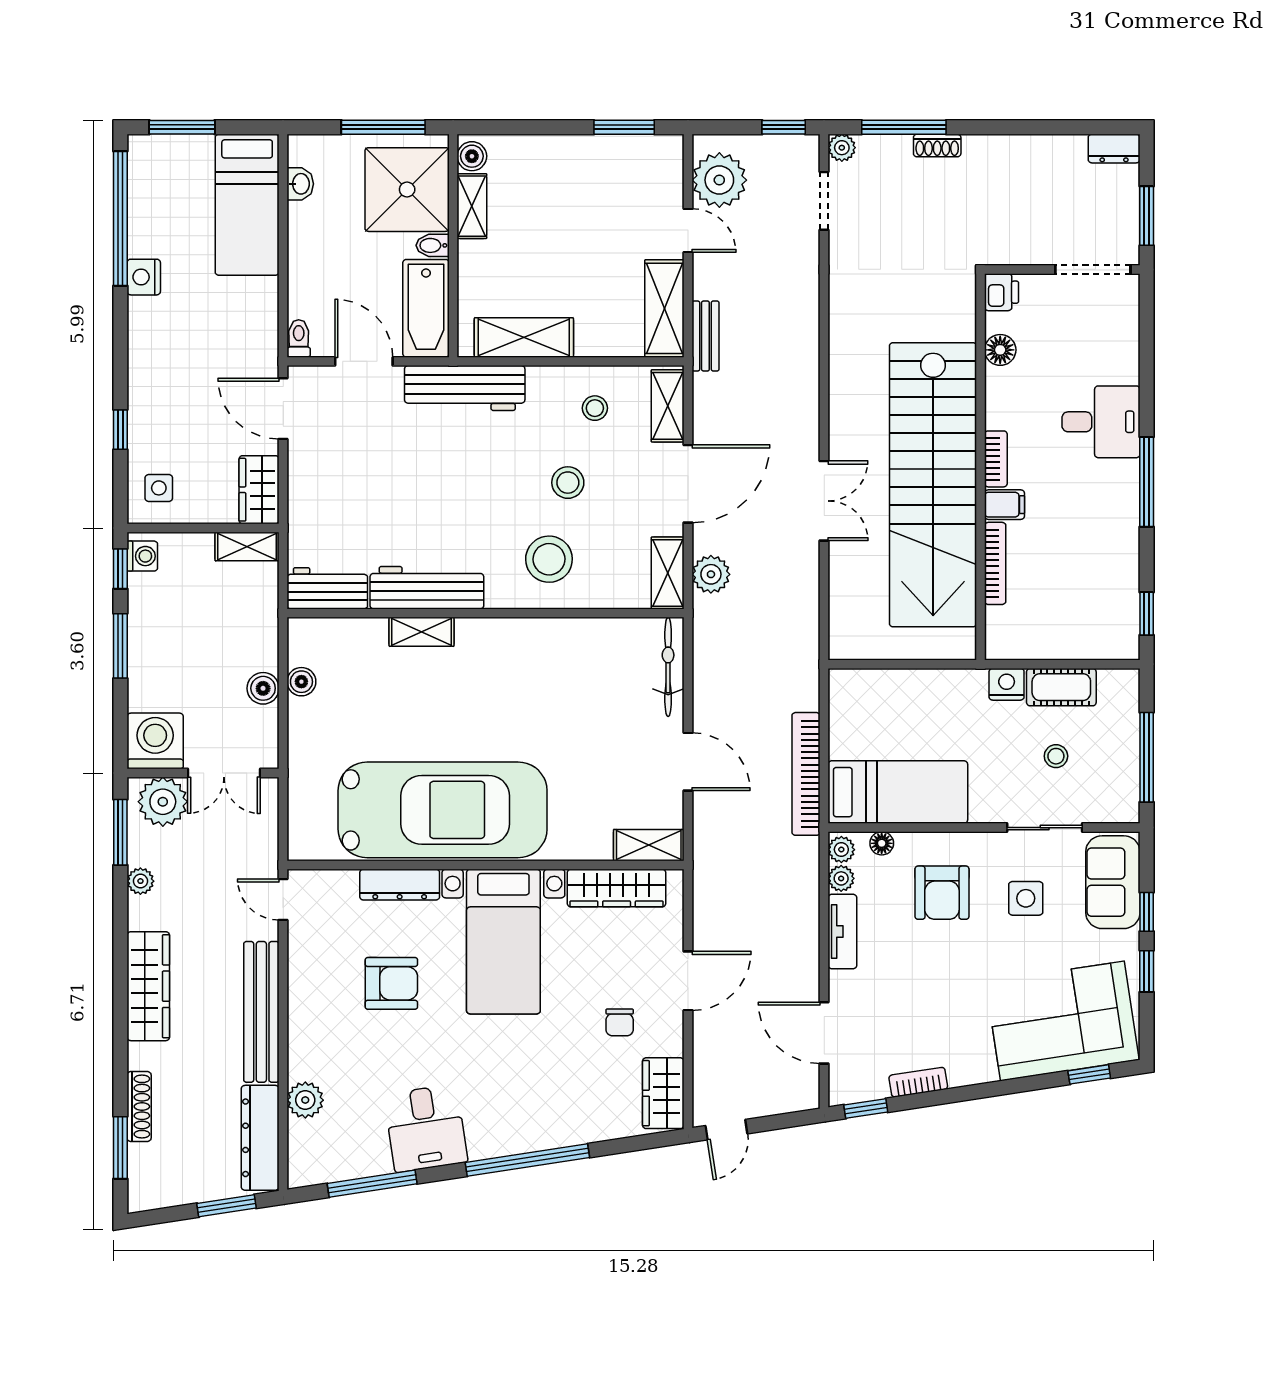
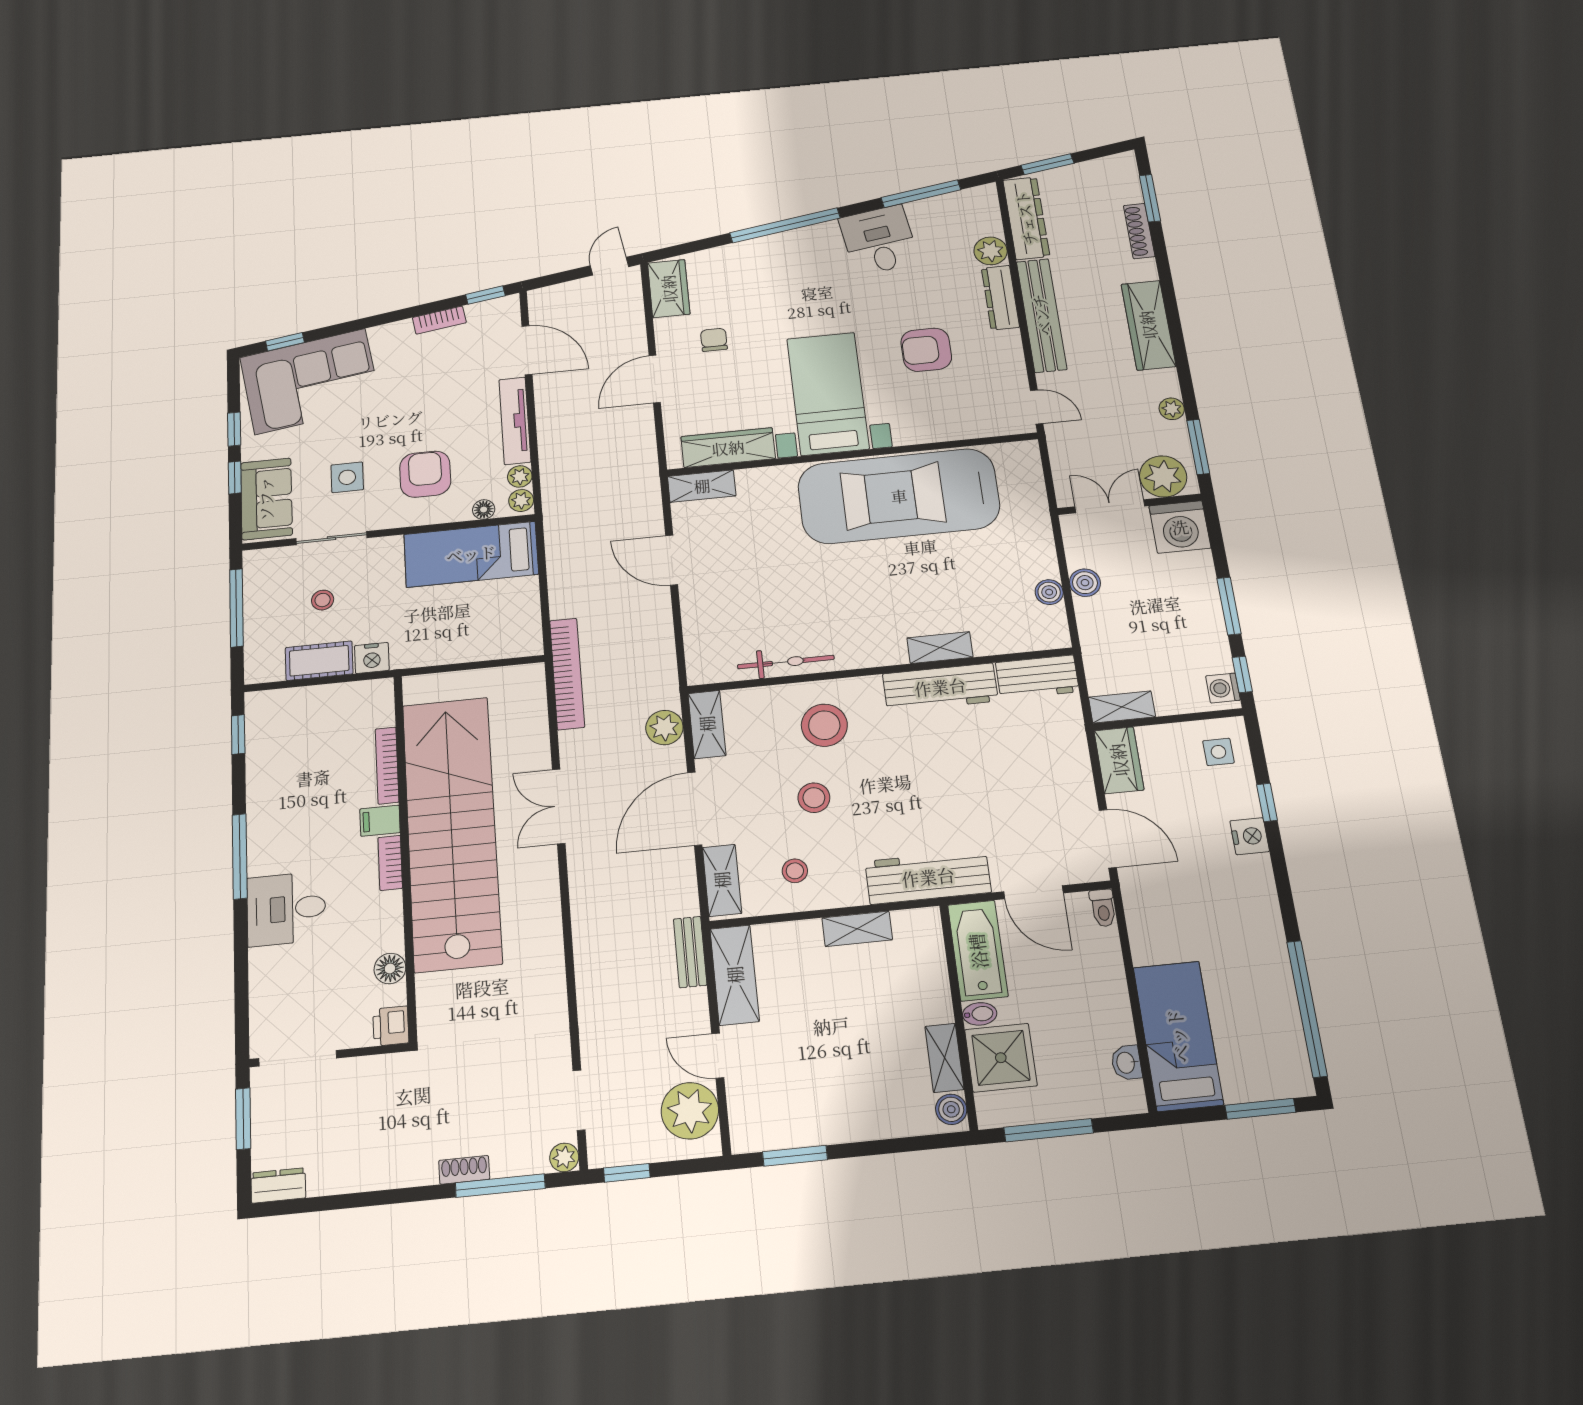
shower: (407, 190) -> (1001, 1058), width x0.73, depth x0.73
nightstand: (144, 277) -> (1250, 836), moved
shelving: (524, 337) -> (857, 929), width x0.67, depth x0.75
bicycle: (668, 667) -> (786, 662), moved, turned -90
bookcase: (806, 774) -> (567, 674), moved
dresser: (400, 885) -> (1000, 298), moved, turned -90
tv unit: (842, 932) -> (515, 421), width x1.41

